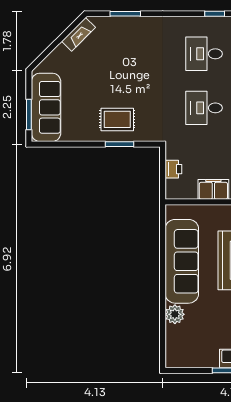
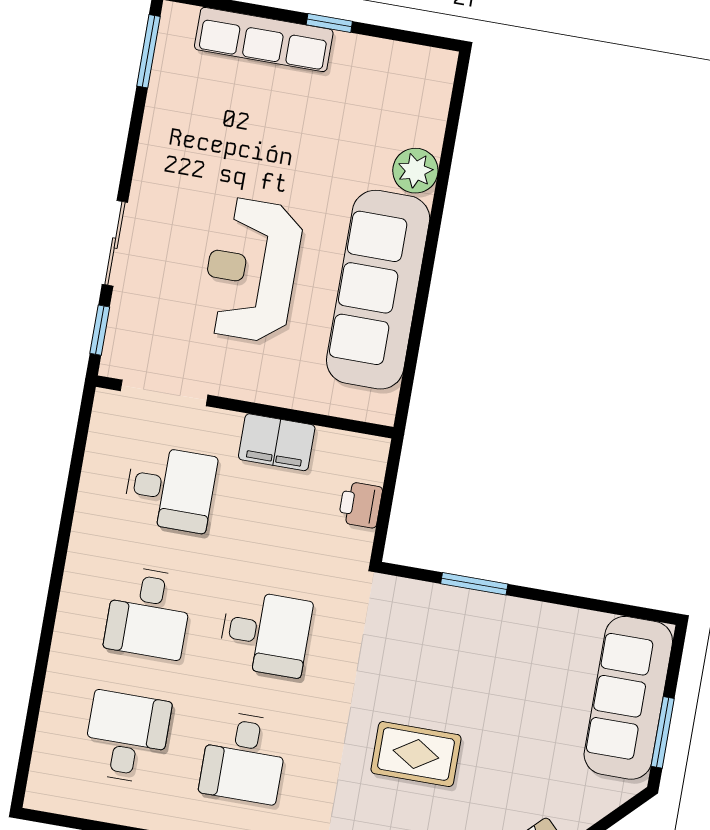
desk: (204, 54) -> (244, 758), turned 90
window: (29, 114) -> (663, 732), moved
rug: (117, 119) -> (416, 754), moved

